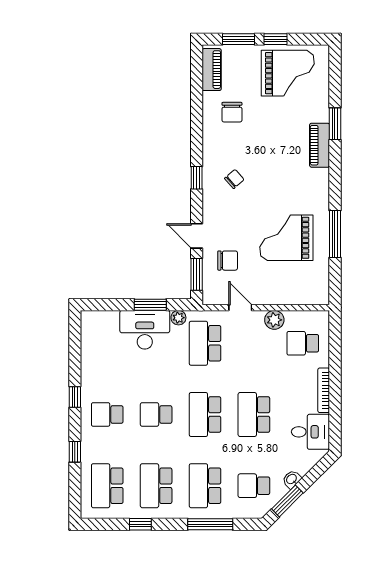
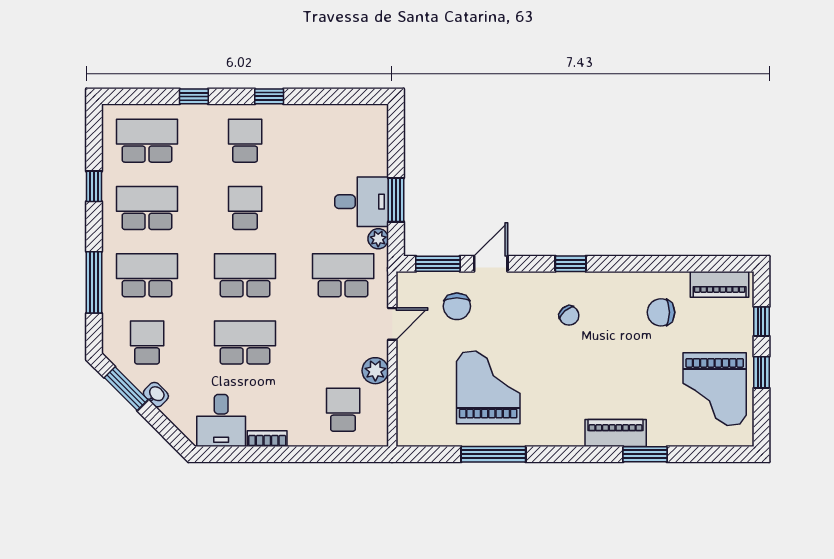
window: (238, 39) -> (761, 321), width x0.67
desk: (145, 330) -> (362, 202), width x0.73
bookcase: (324, 390) -> (267, 439), width x0.64

